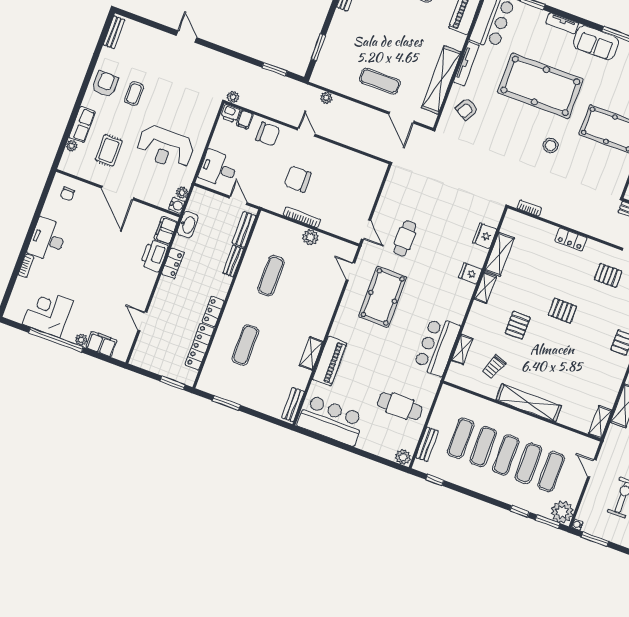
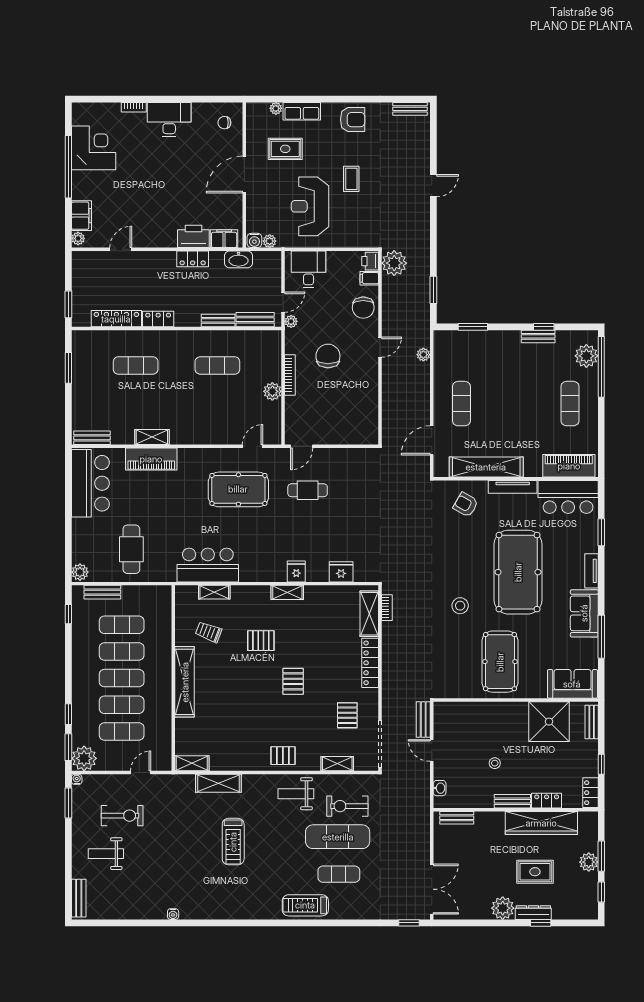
coffee table: (134, 94) -> (351, 179), moved, turned 90
plant: (233, 97) -> (394, 263), width x1.88, depth x1.88
plant: (257, 200) -> (291, 321), added
locker: (571, 240) -> (370, 663), width x1.53
shelving: (499, 254) -> (369, 614), moved, turned 90
plant: (81, 340) -> (78, 238), moved

